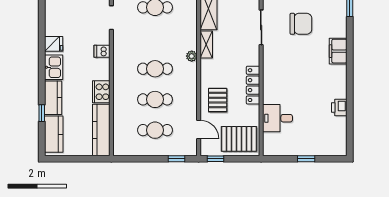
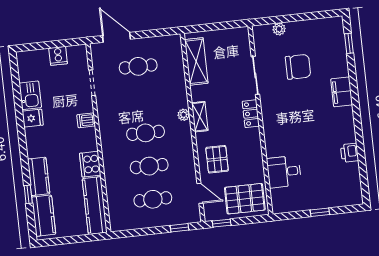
shelving: (206, 45) -> (200, 117), moved
kitchen sink: (54, 67) -> (30, 95), moved
locker: (253, 85) -> (251, 114), moved, width x0.66

